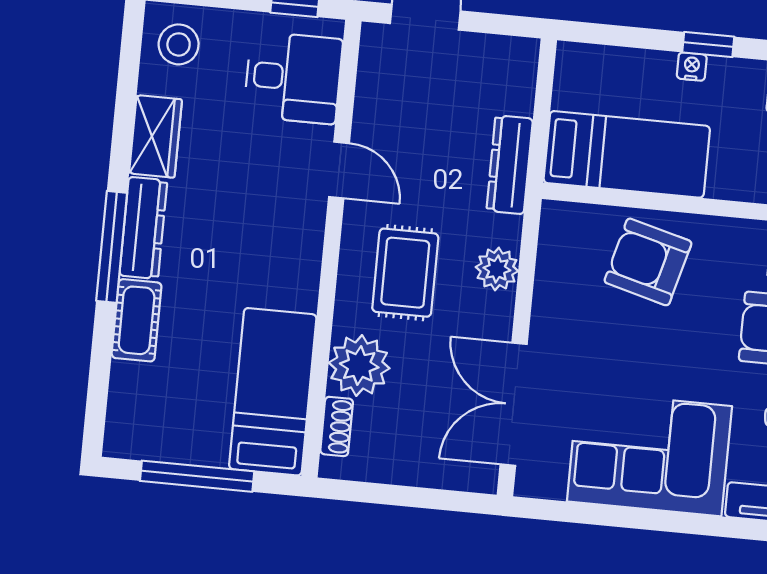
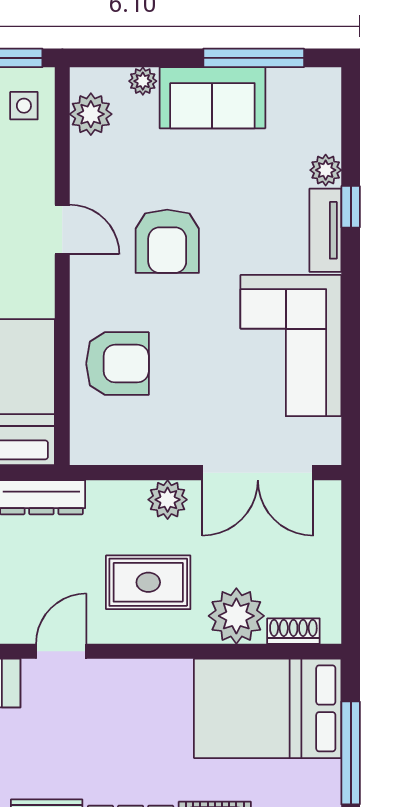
armchair: (648, 262) -> (117, 364), turned -105
plant: (497, 269) -> (168, 500), moved
bed: (273, 392) -> (268, 708), width x1.50

